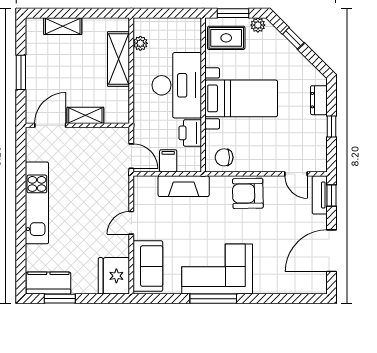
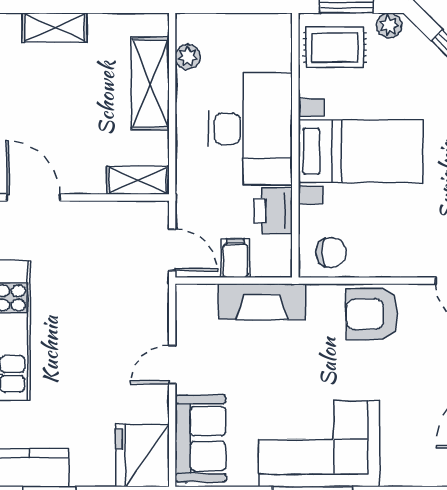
shelving: (85, 115) -> (138, 180), moved
door: (50, 125) -> (33, 198), hinge flipped
chair: (224, 157) -> (331, 252), turned 180

